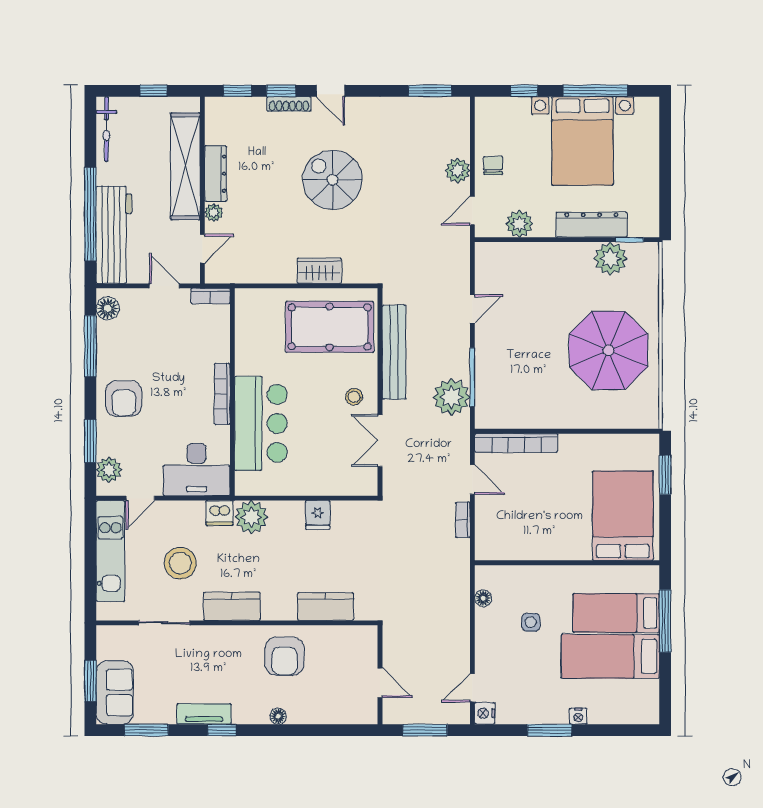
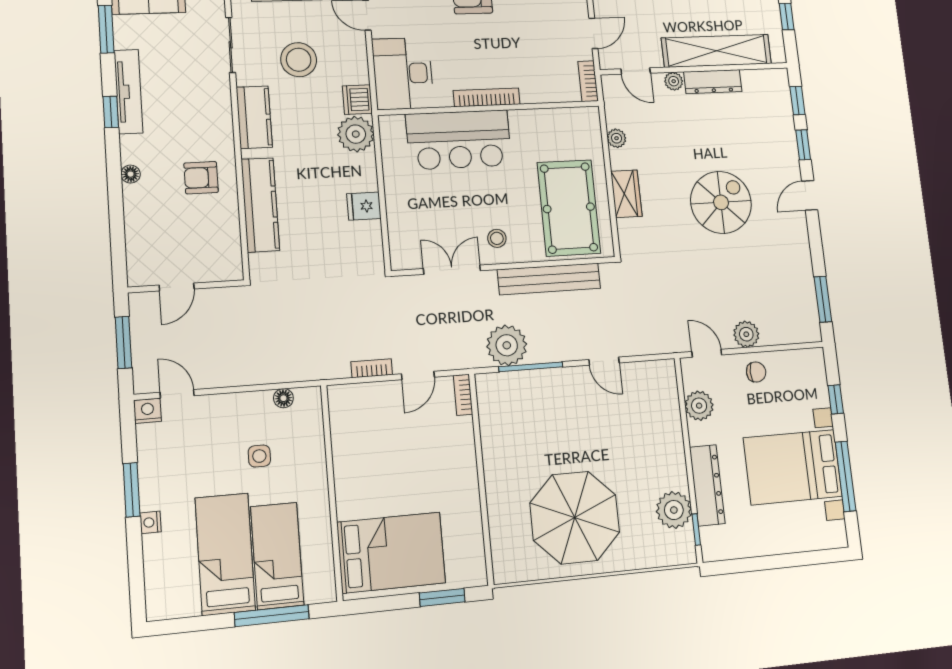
shoe rack: (289, 104) -> (791, 154), removed
plant: (266, 274) -> (617, 138), added
bookcase: (516, 443) -> (463, 395), width x0.43, depth x0.76
kitchen counter: (326, 607) -> (260, 205), width x1.50
armchair: (285, 656) -> (201, 178), width x0.72, depth x0.72
tv unit: (204, 714) -> (128, 92), width x1.41

